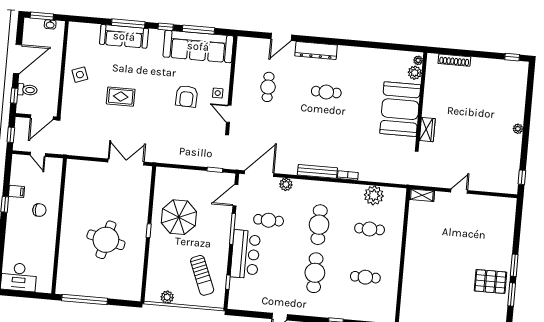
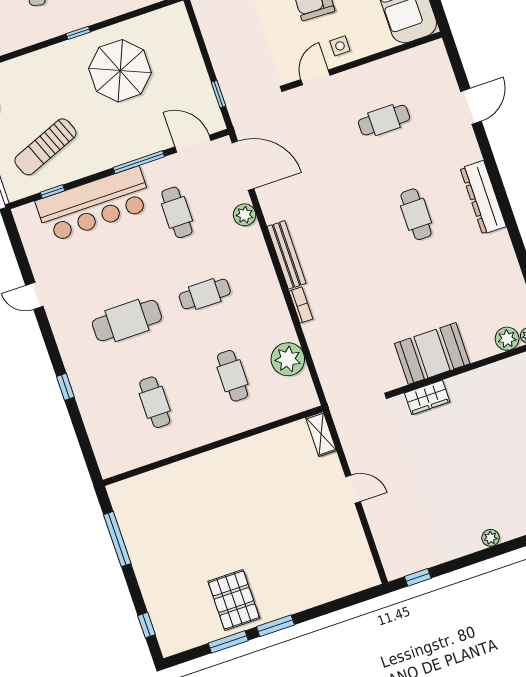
door: (281, 37) -> (471, 106), swing flipped
dresser: (316, 50) -> (483, 197), moved
booth: (400, 109) -> (432, 354), width x0.73, depth x0.70
cafe table: (319, 225) -> (205, 294), width x0.73, depth x0.74
bar counter: (245, 254) -> (94, 204), width x1.36

